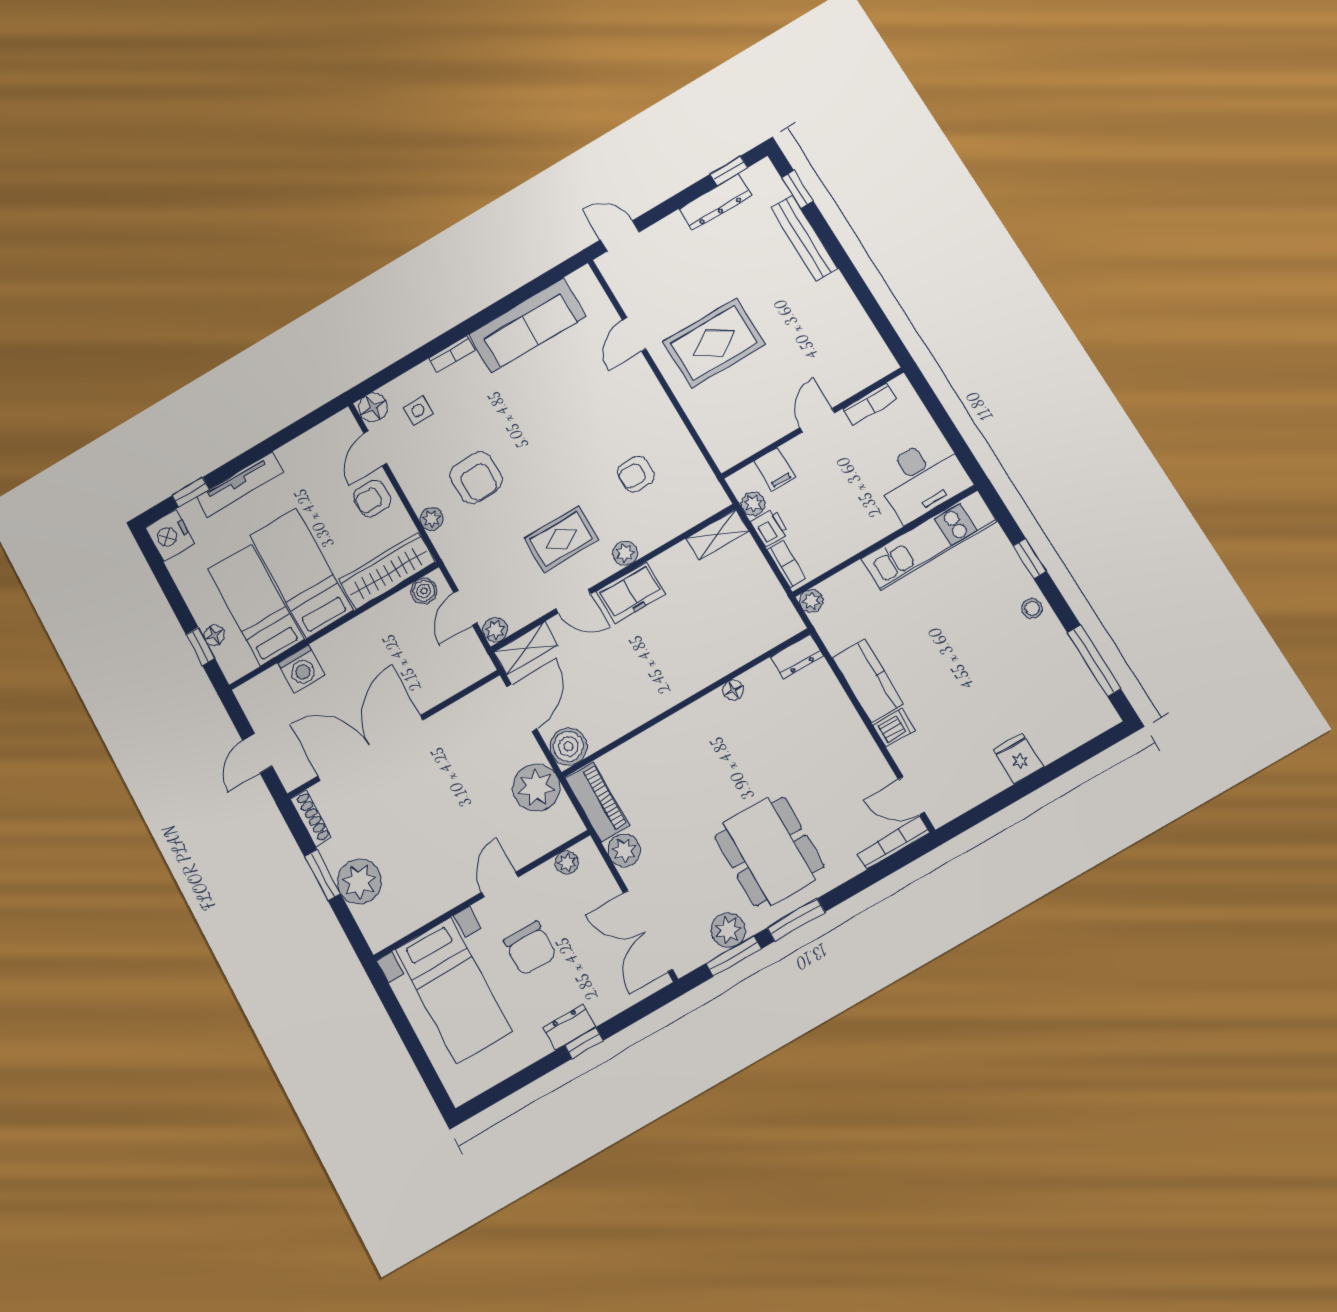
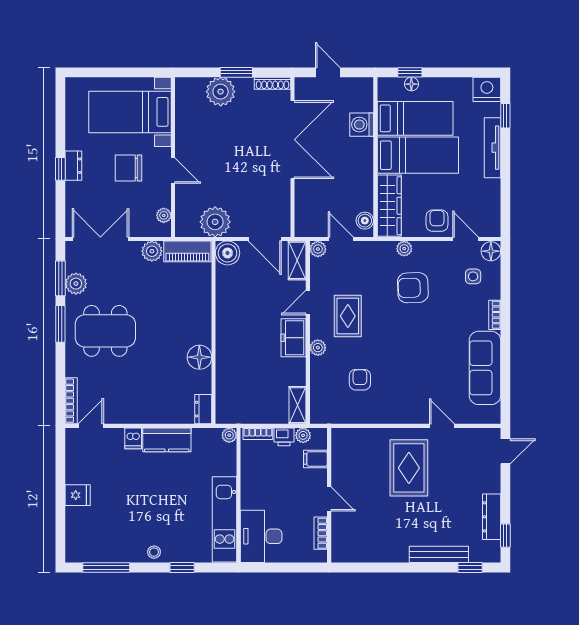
floor lamp: (733, 690) -> (199, 357), width x1.89, depth x1.89

